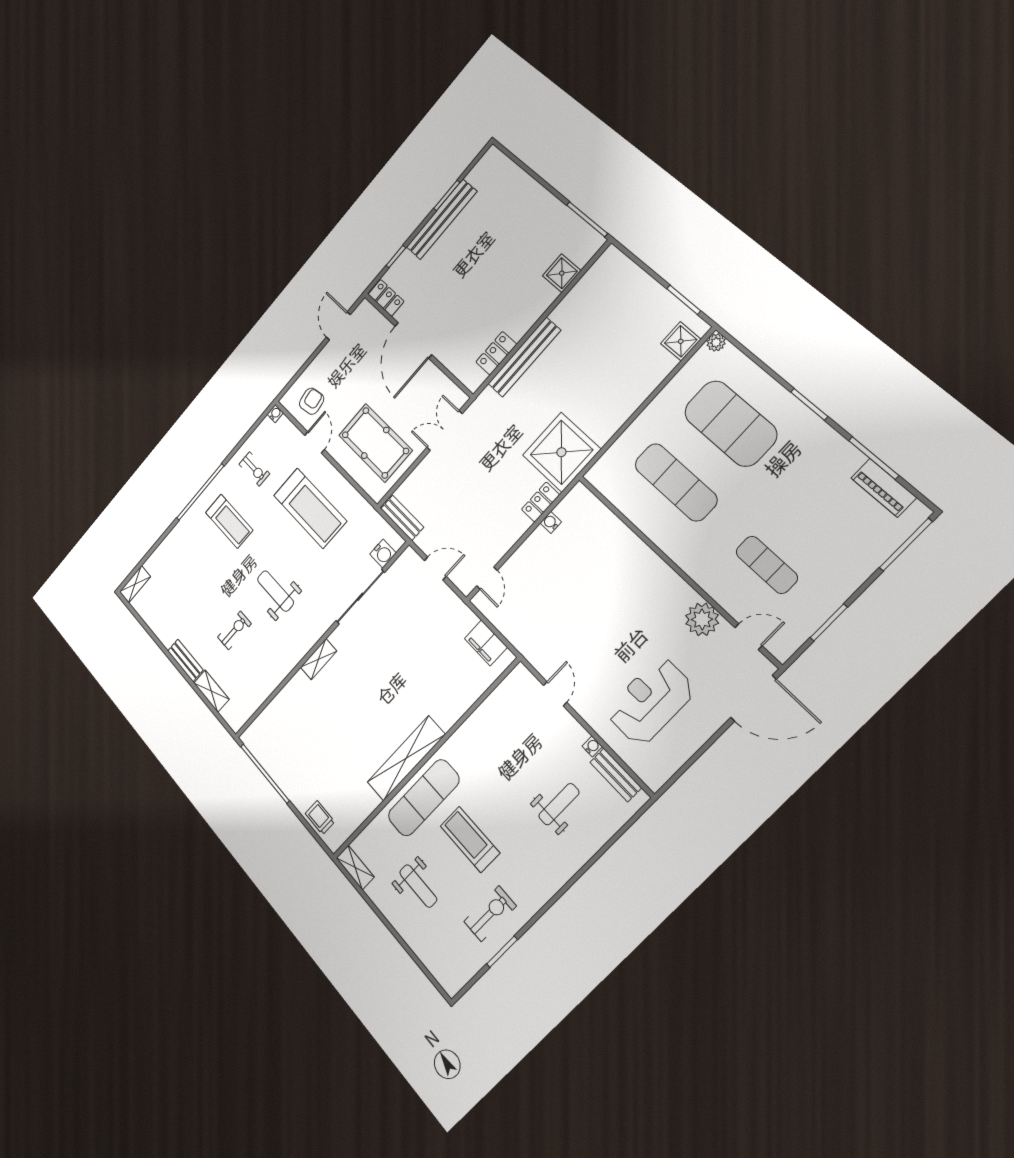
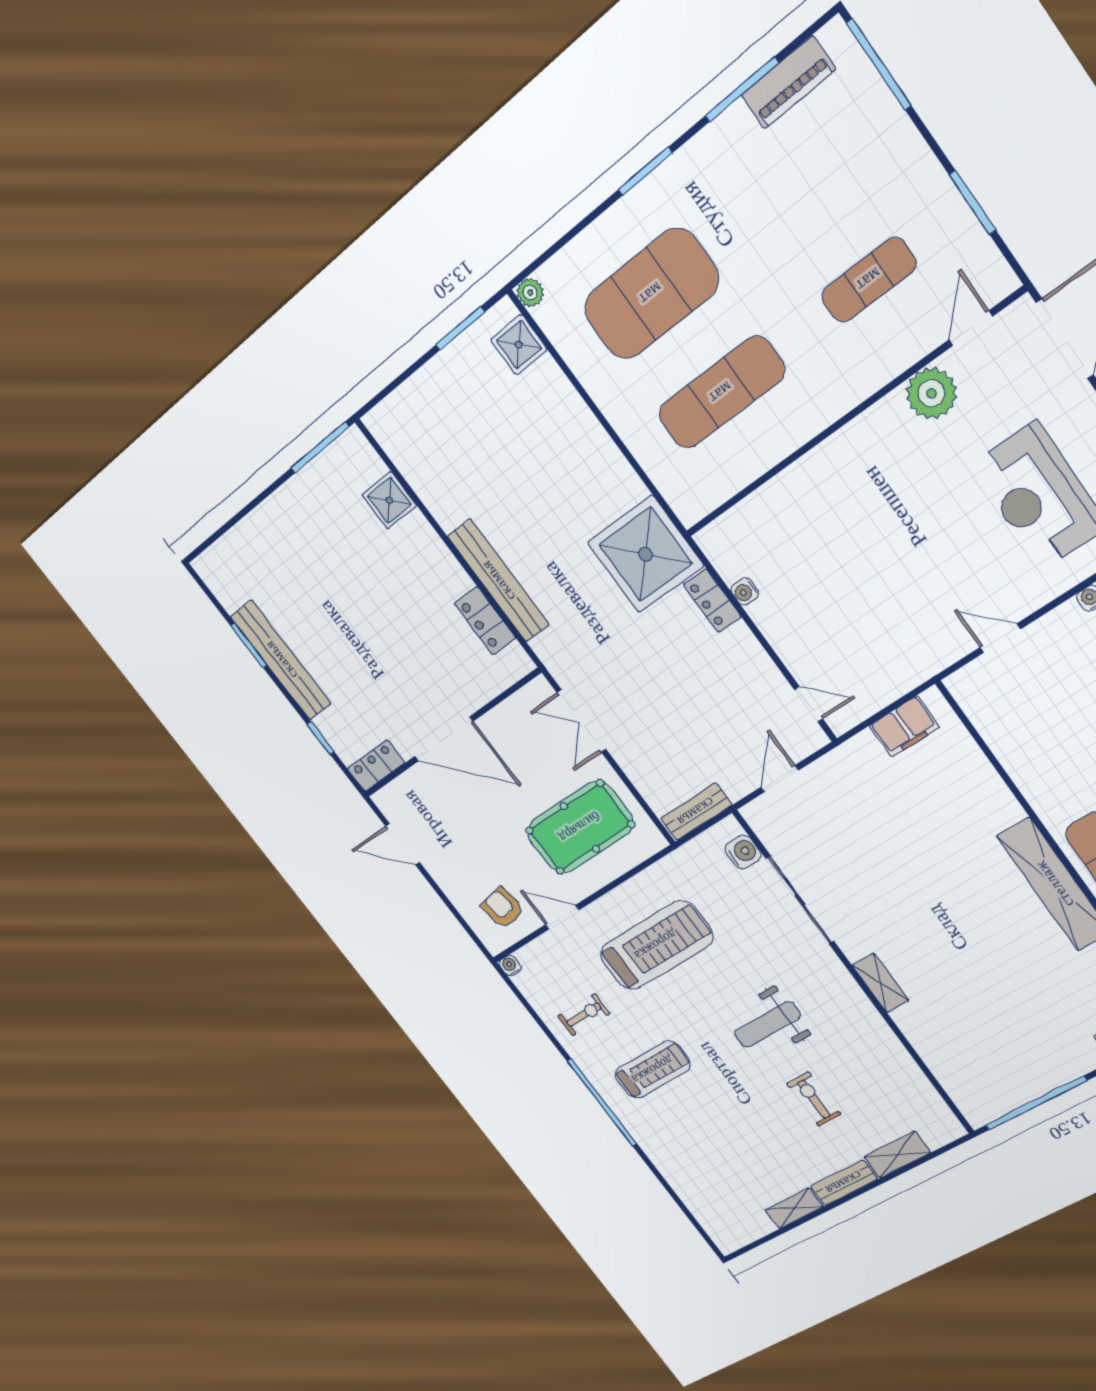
shelving: (135, 584) -> (794, 1208), moved, turned 90

